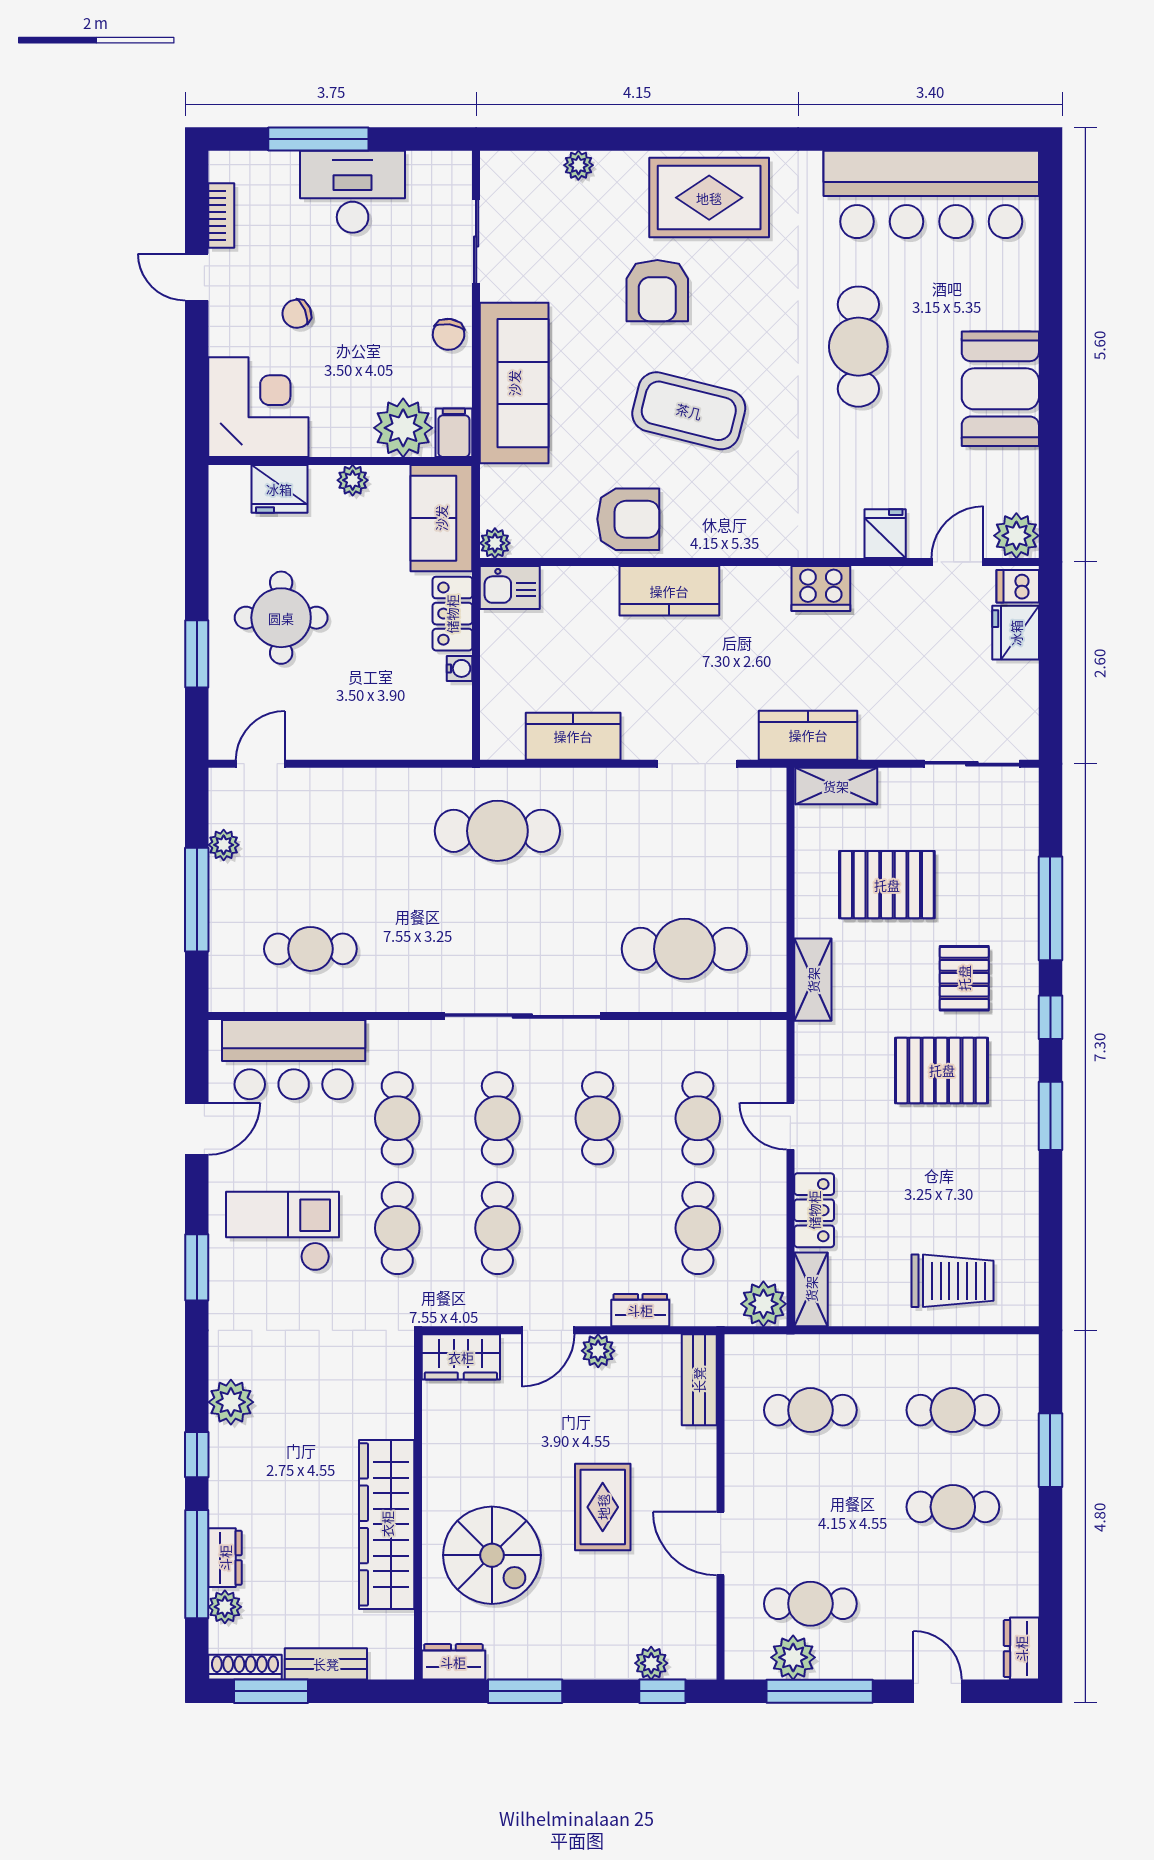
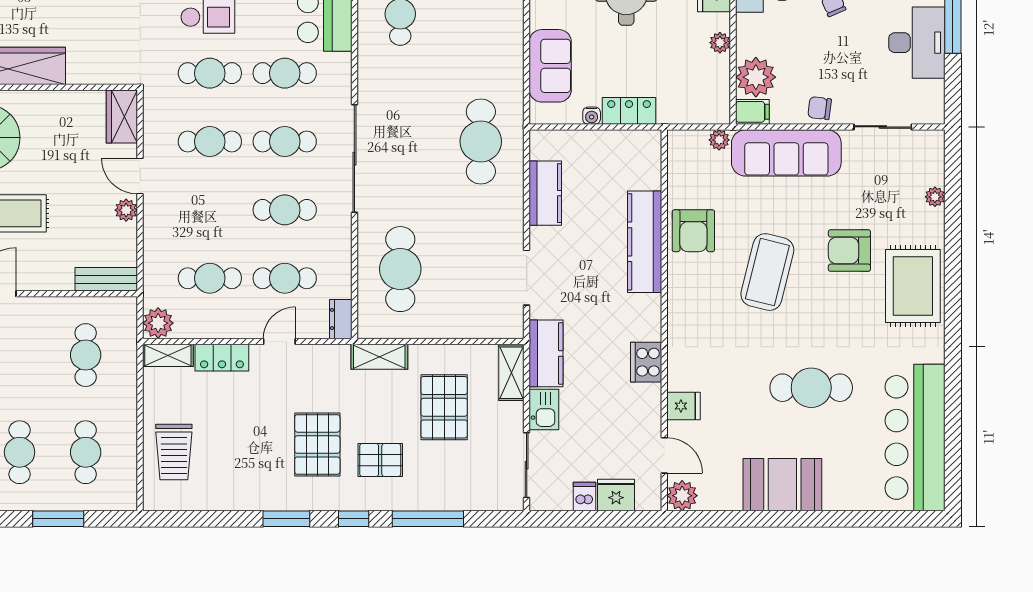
sofa: (441, 518) -> (550, 66), moved, turned 90
plant: (495, 543) -> (719, 140), moved
dishwasher: (1018, 586) -> (584, 496), moved
kitchen sink: (510, 587) -> (544, 409), moved, turned 180
kitchen counter: (669, 591) -> (645, 242), width x1.50
dresser: (640, 1310) -> (341, 319), moved, turned 180

